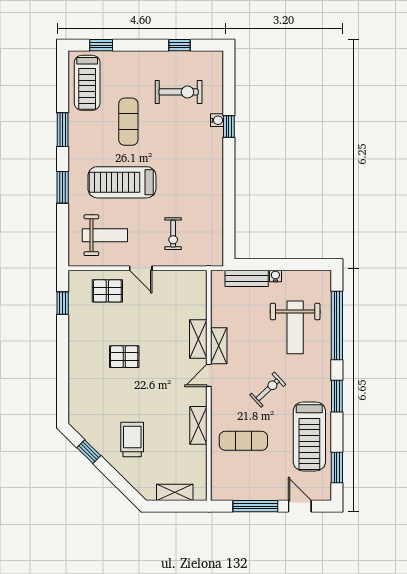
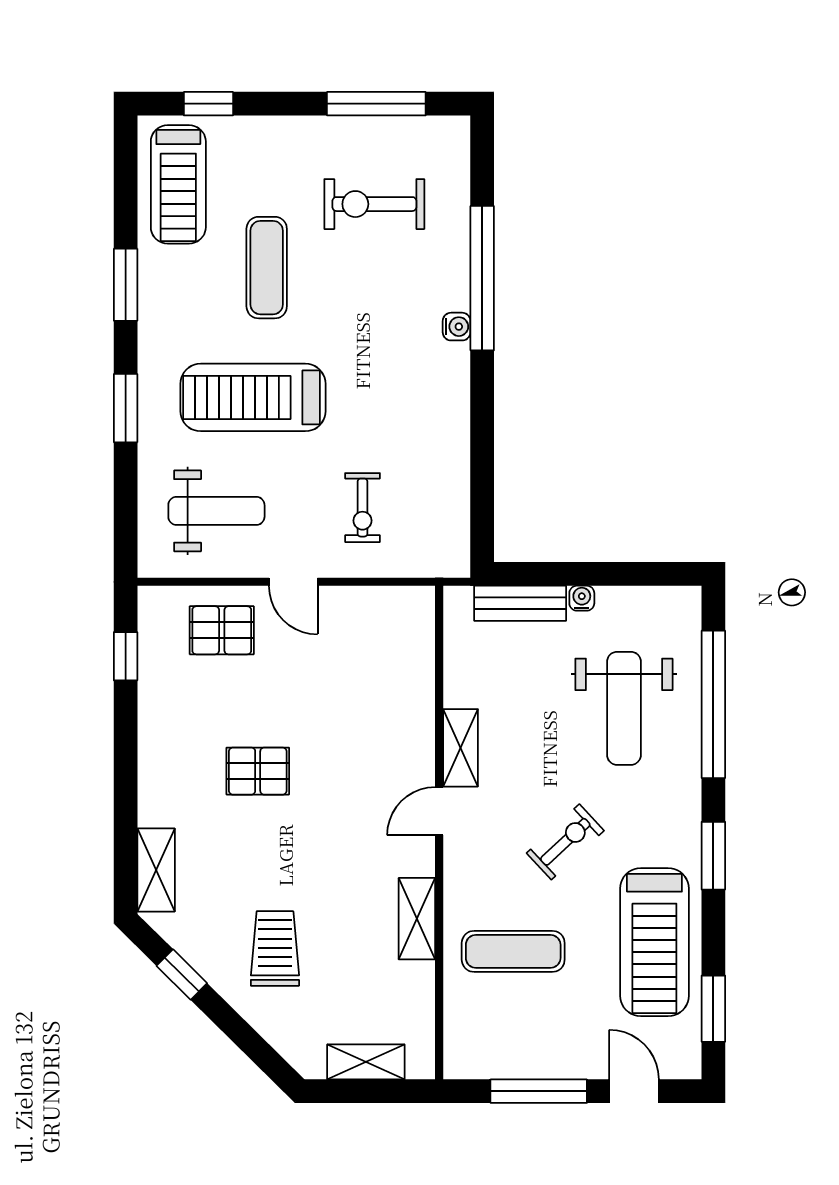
window: (180, 45) -> (376, 104), width x2.17
exercise bike: (179, 92) -> (374, 204), turned 180
water cooler: (217, 120) -> (457, 327), moved
window: (229, 127) -> (482, 278), width x3.17
shelving: (198, 339) -> (156, 870), moved

